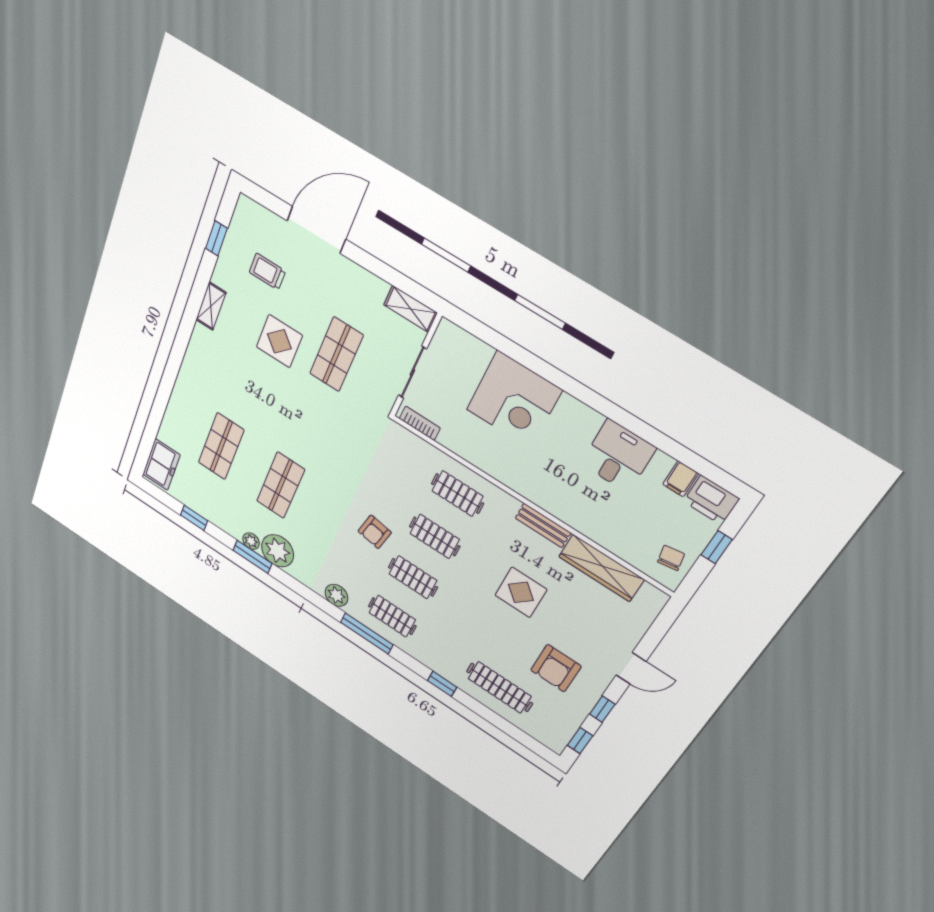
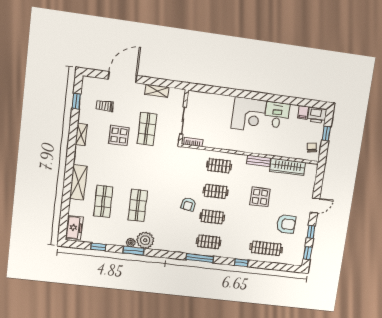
shelving: (410, 309) -> (157, 91), moved
shelving: (186, 391) -> (78, 182), added
corner desk: (514, 400) -> (249, 114), moved
plant: (336, 595) -> (180, 247), removed
armchair: (556, 668) -> (286, 224), turned -90

